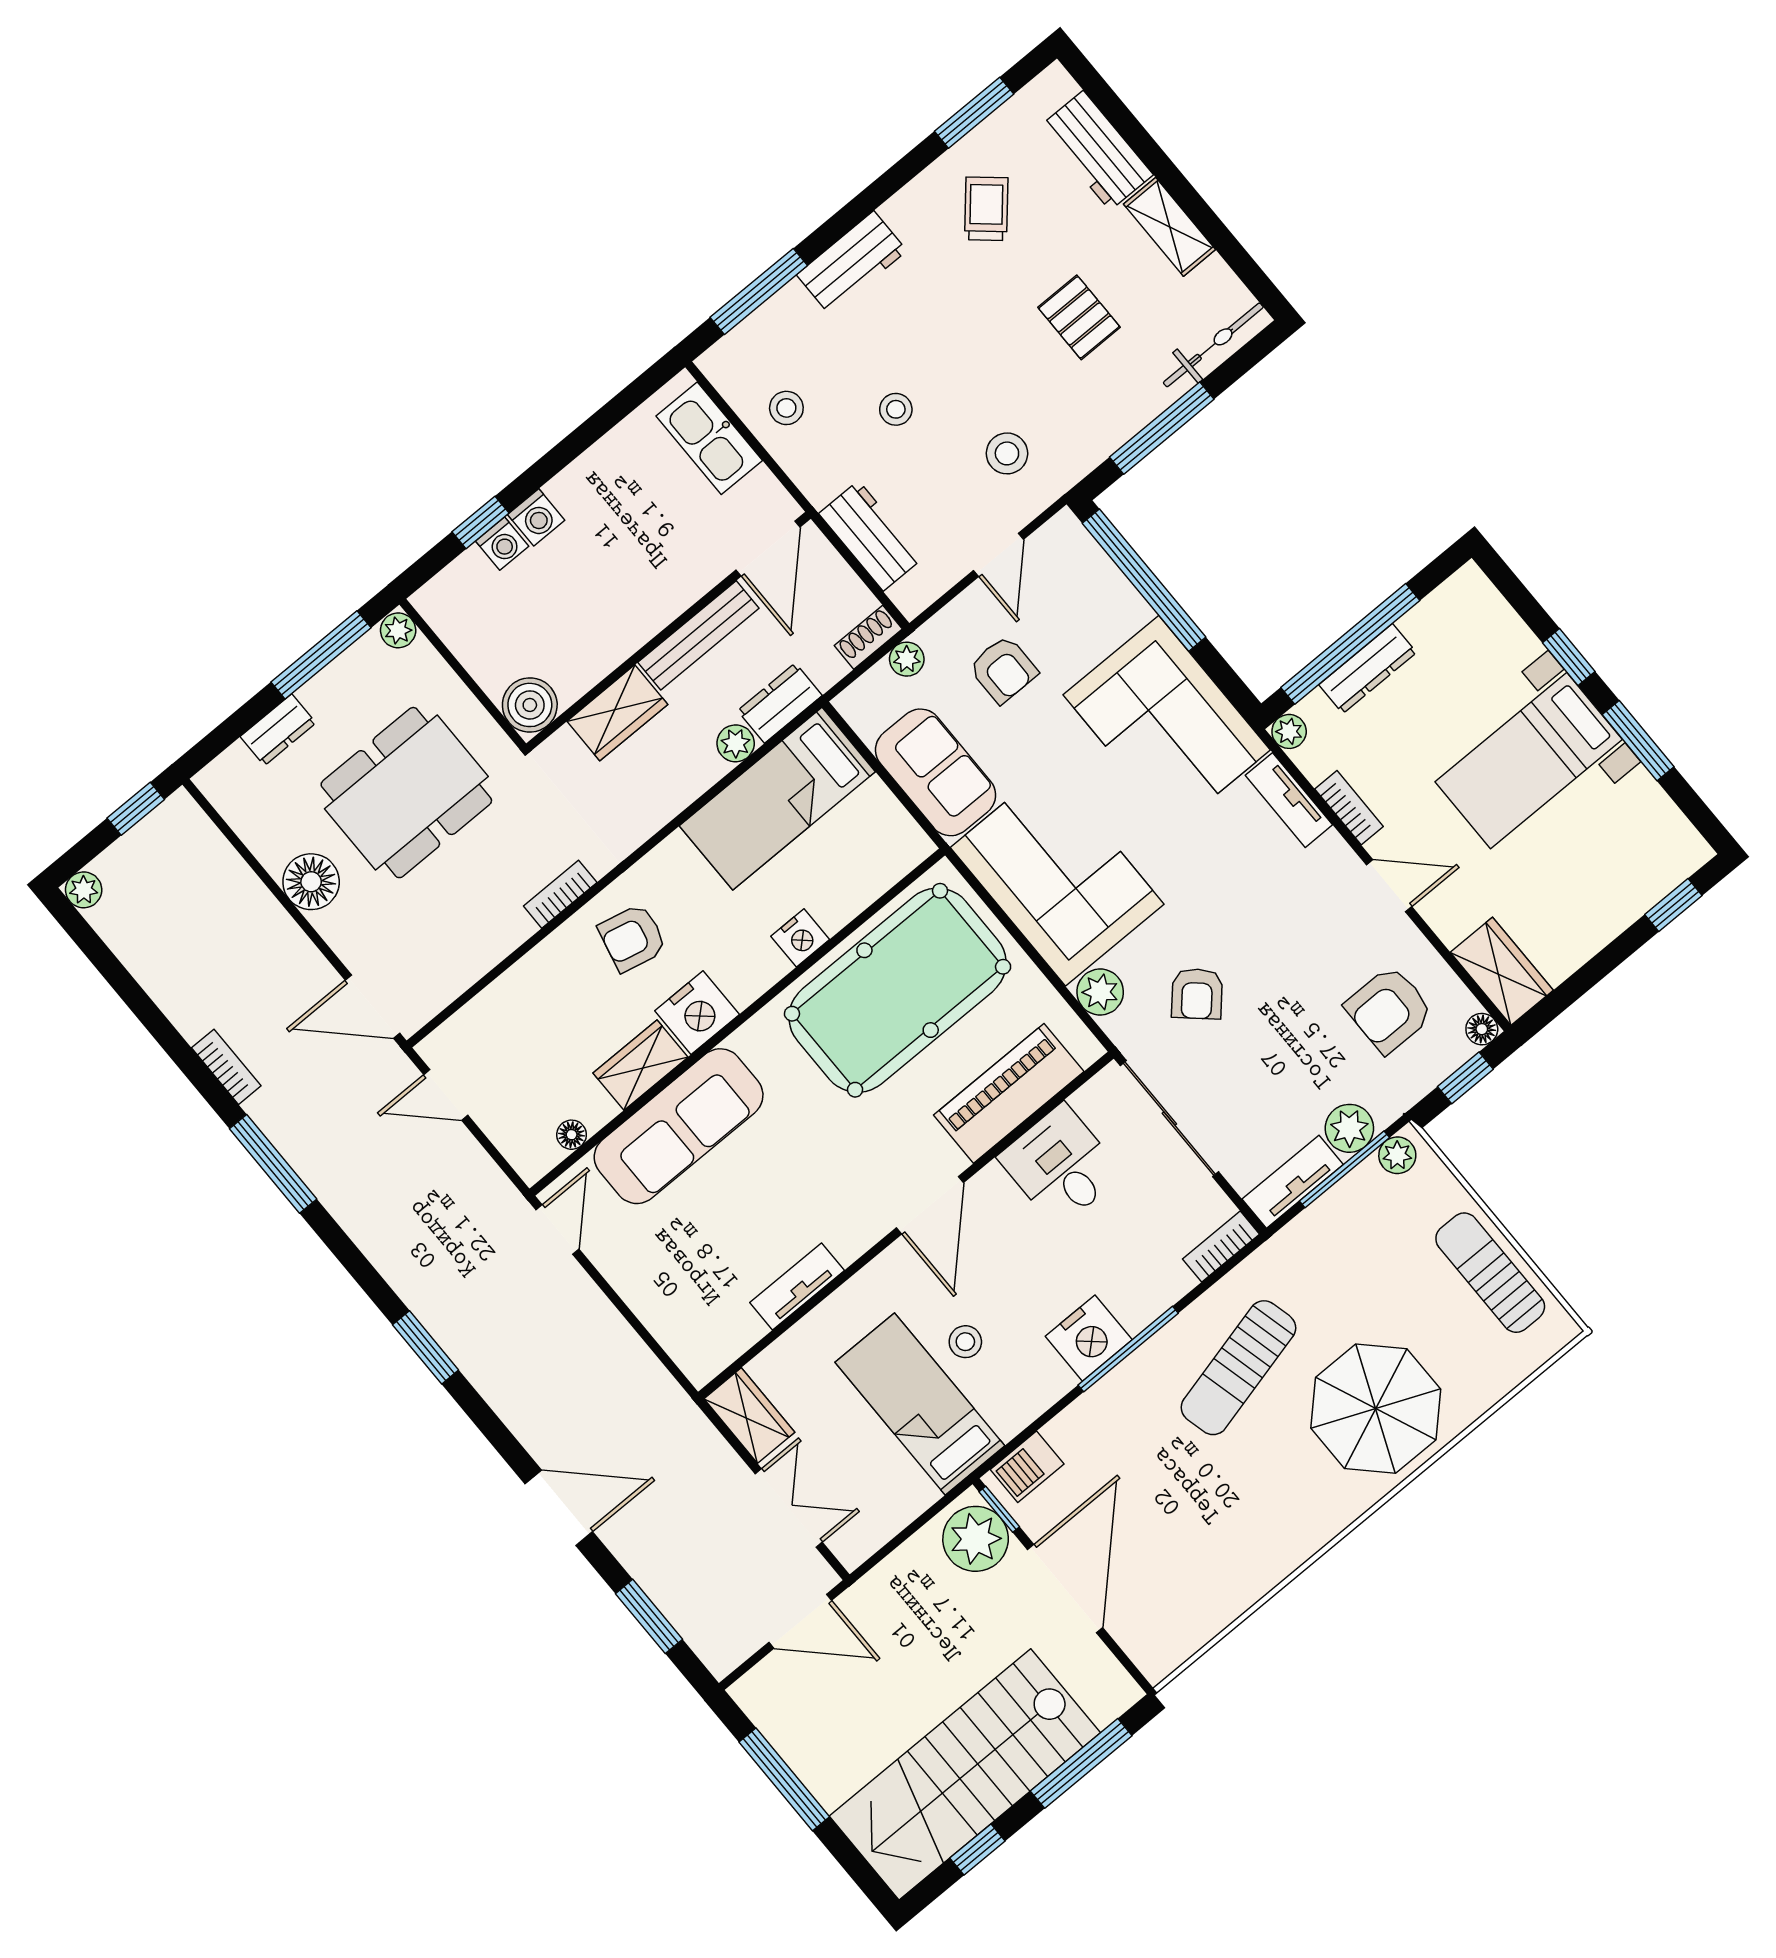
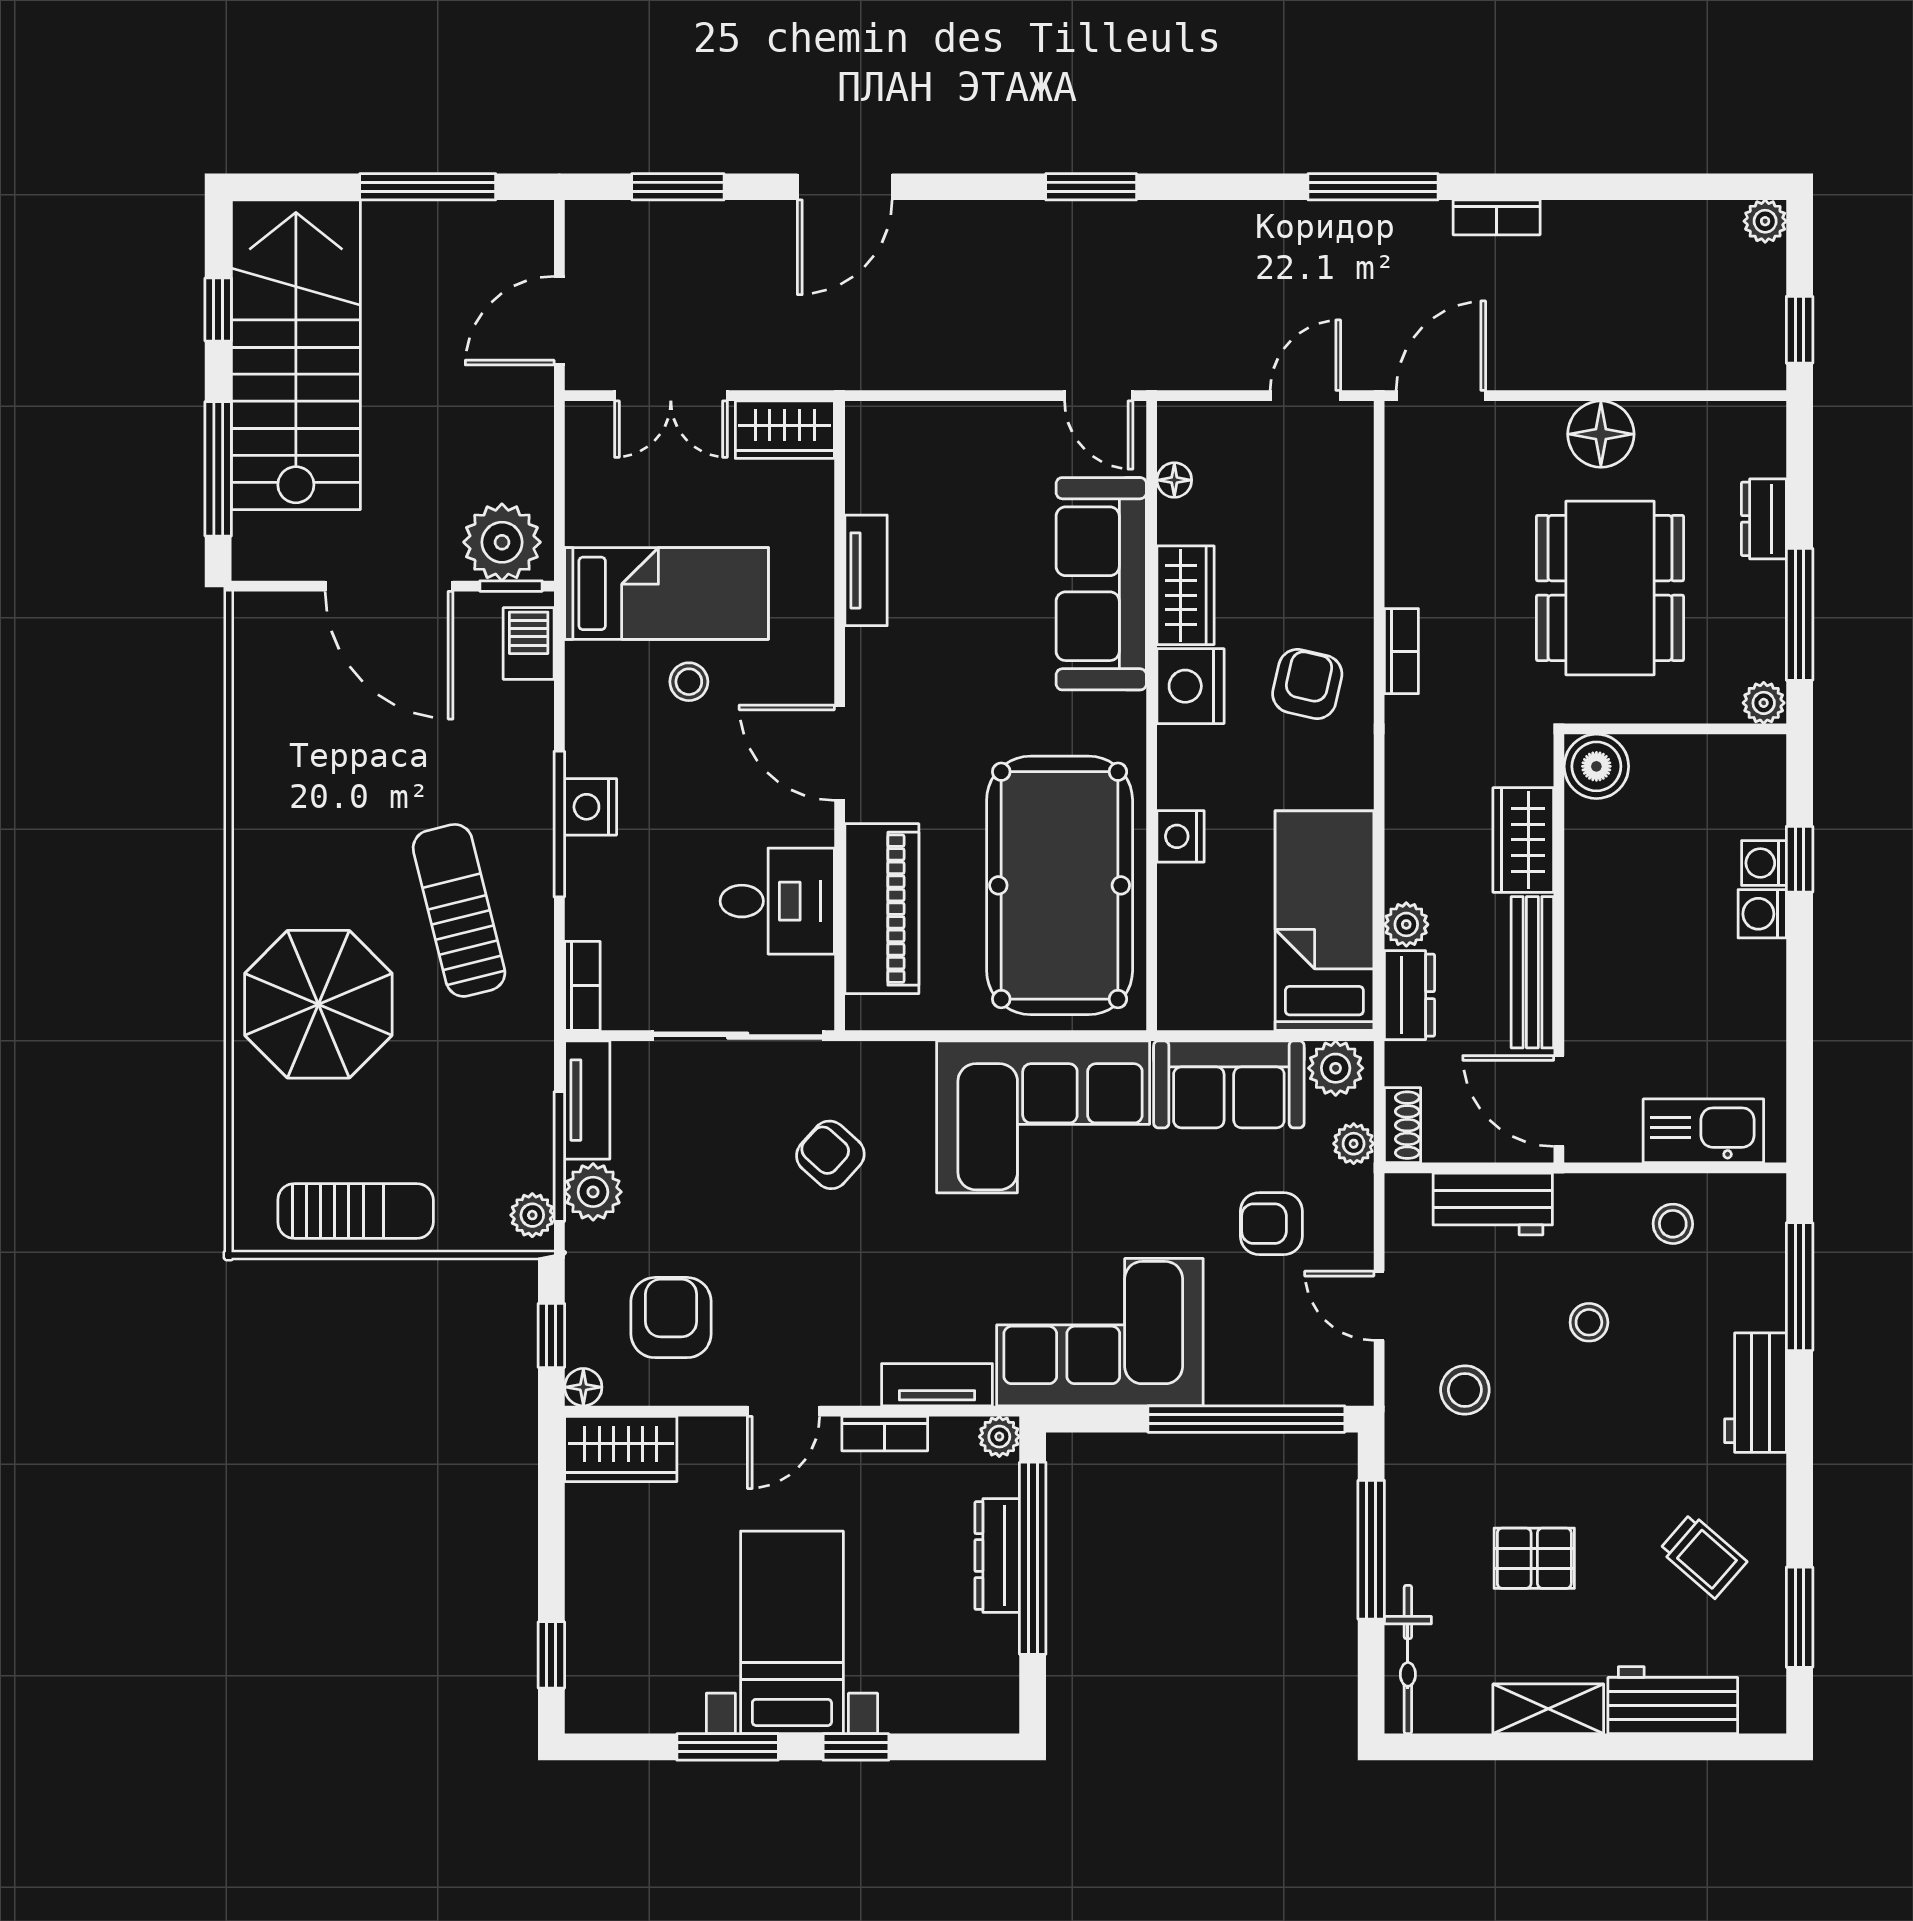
plant: (1100, 992) -> (1336, 1068), moved
nightstand: (1089, 1338) -> (591, 807), width x0.74, depth x0.75

